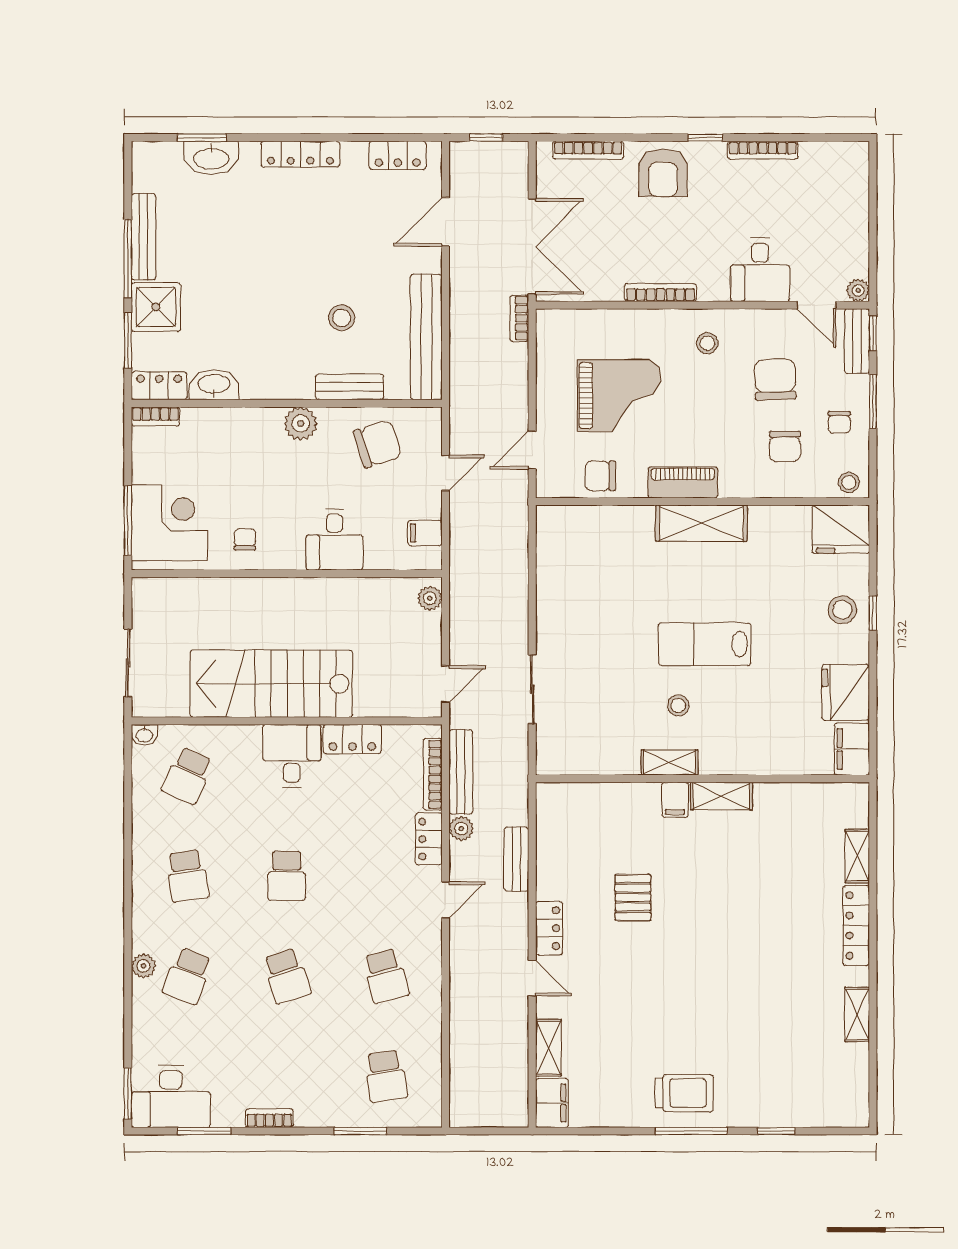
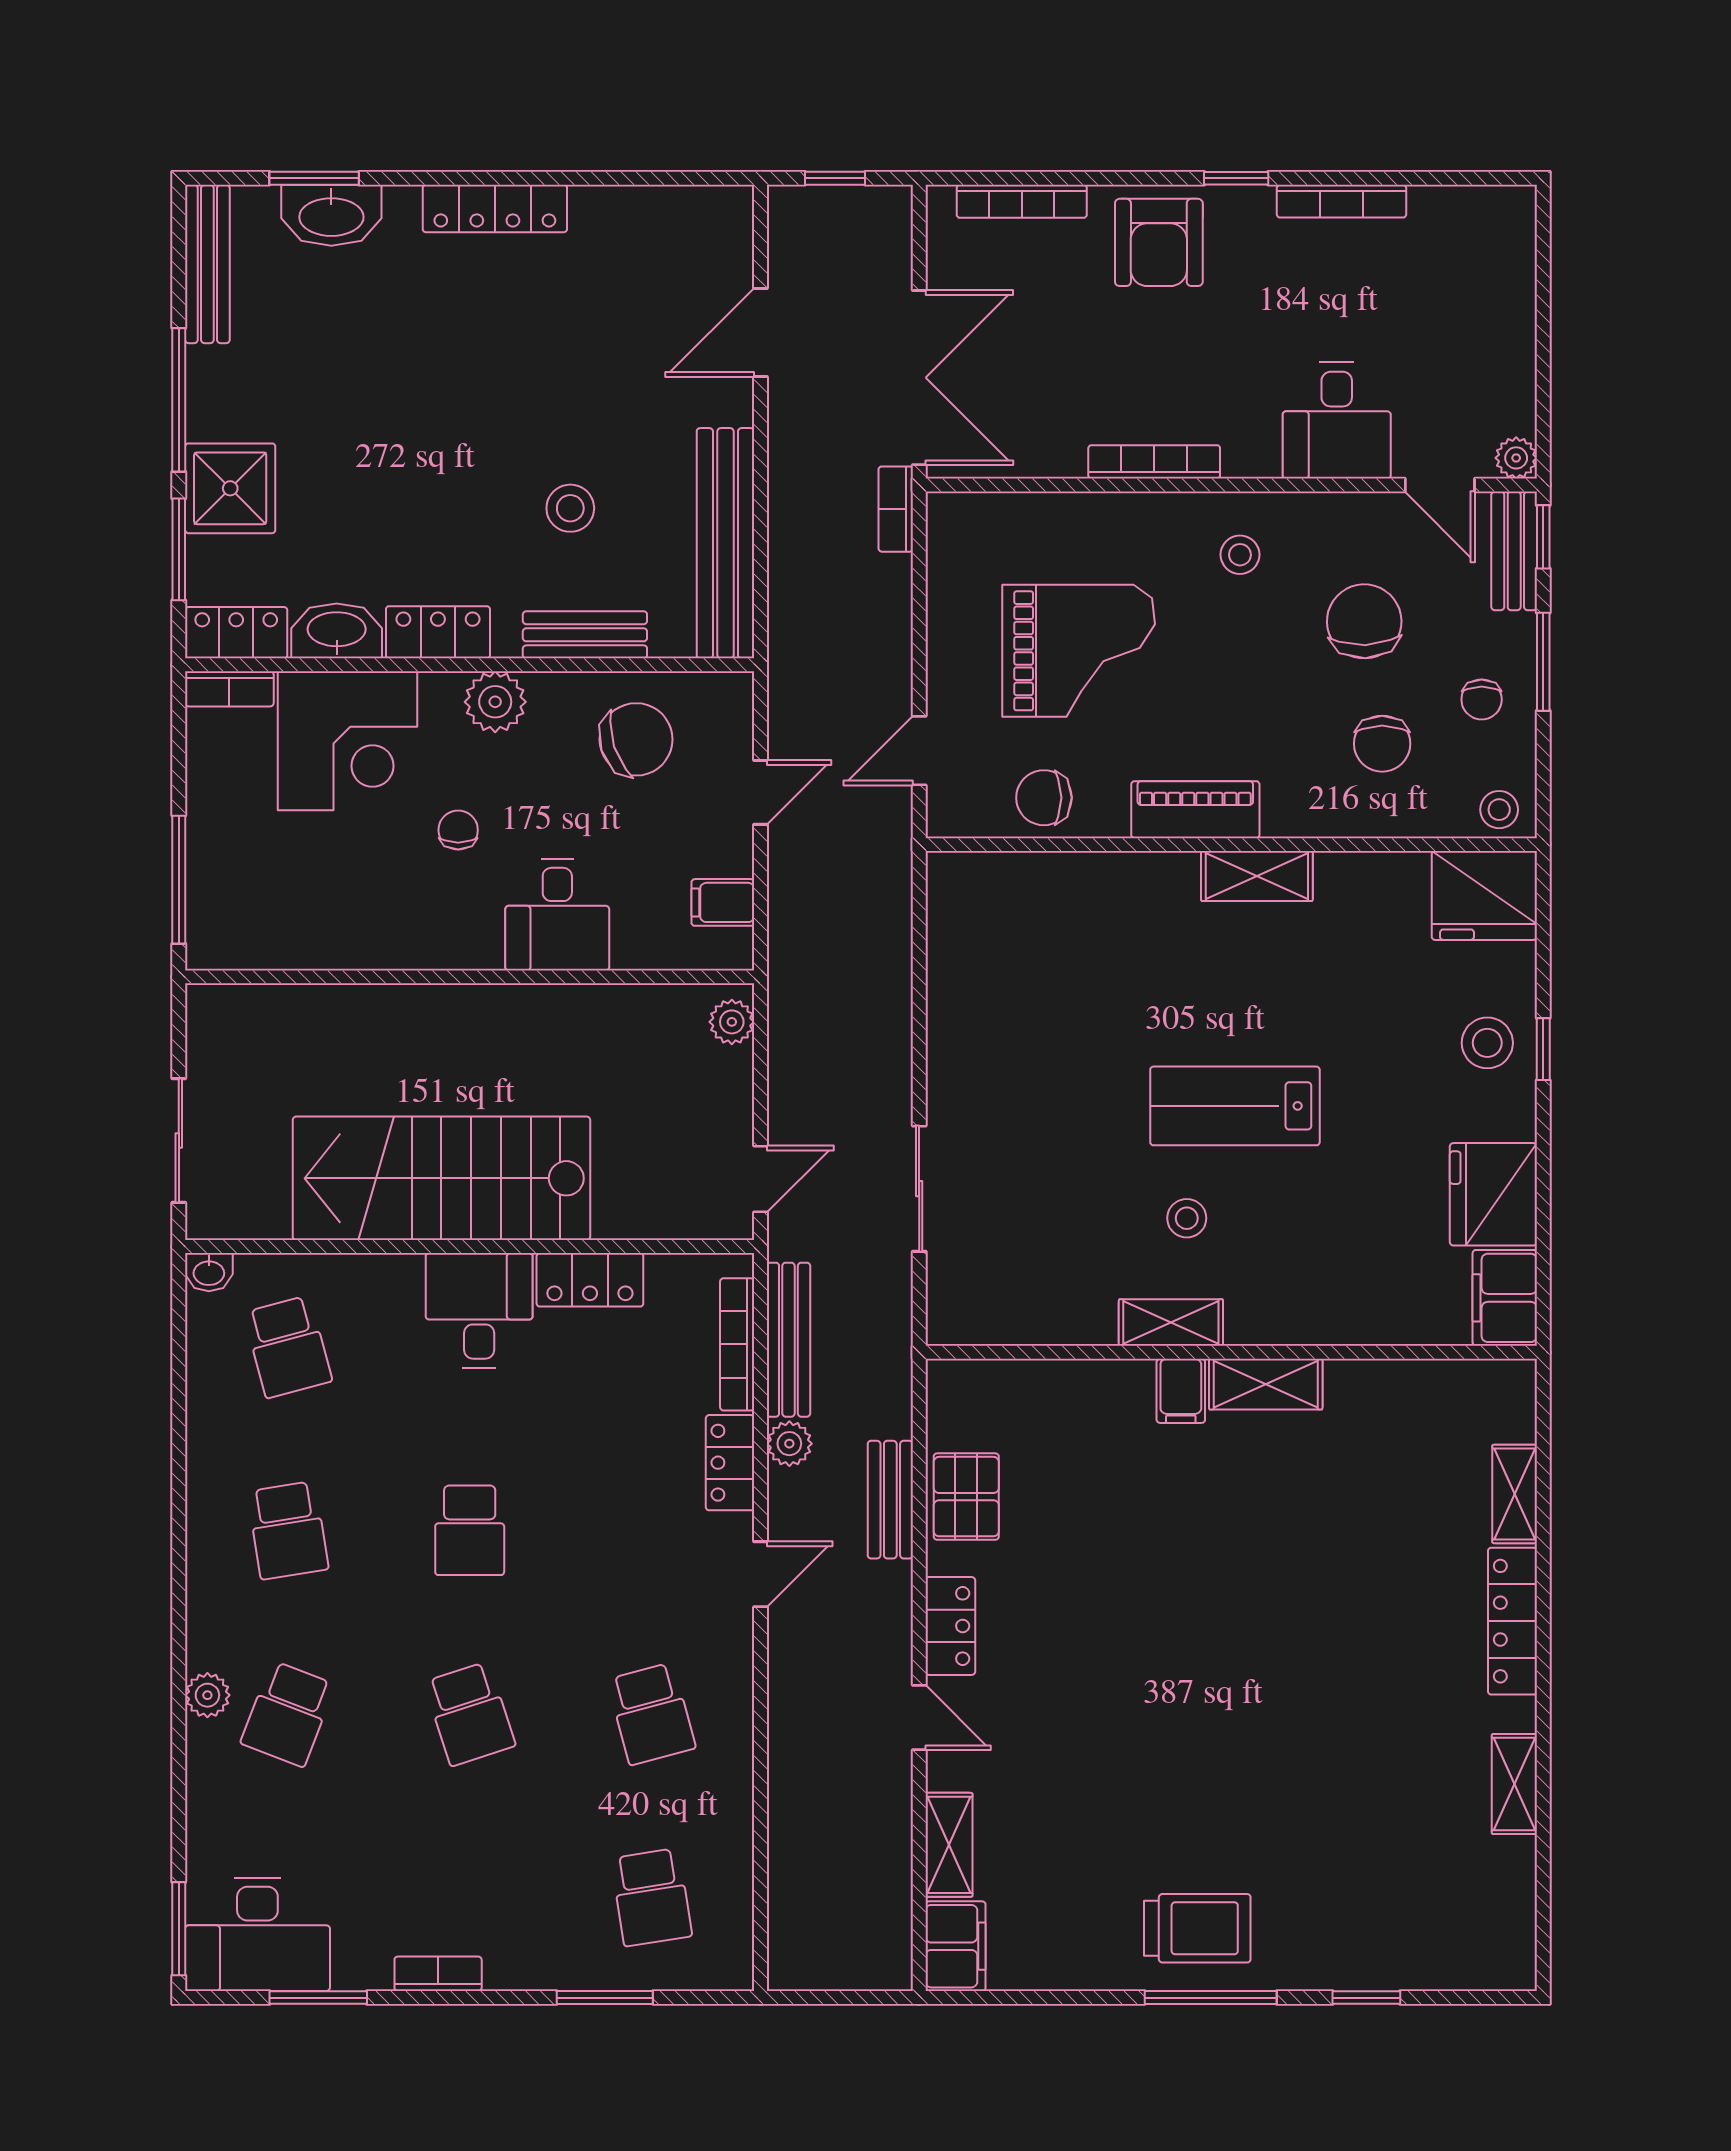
locker: (398, 155) -> (438, 632), moved, turned 180
bench: (143, 237) -> (207, 264), moved
corner desk: (169, 523) -> (347, 741), moved, turned 90
shelving: (701, 523) -> (1257, 876), width x0.67, depth x0.75
chair: (245, 539) -> (458, 830), moved
school desk: (187, 776) -> (288, 1347), turned -39
pallet: (633, 897) -> (966, 1497), moved

